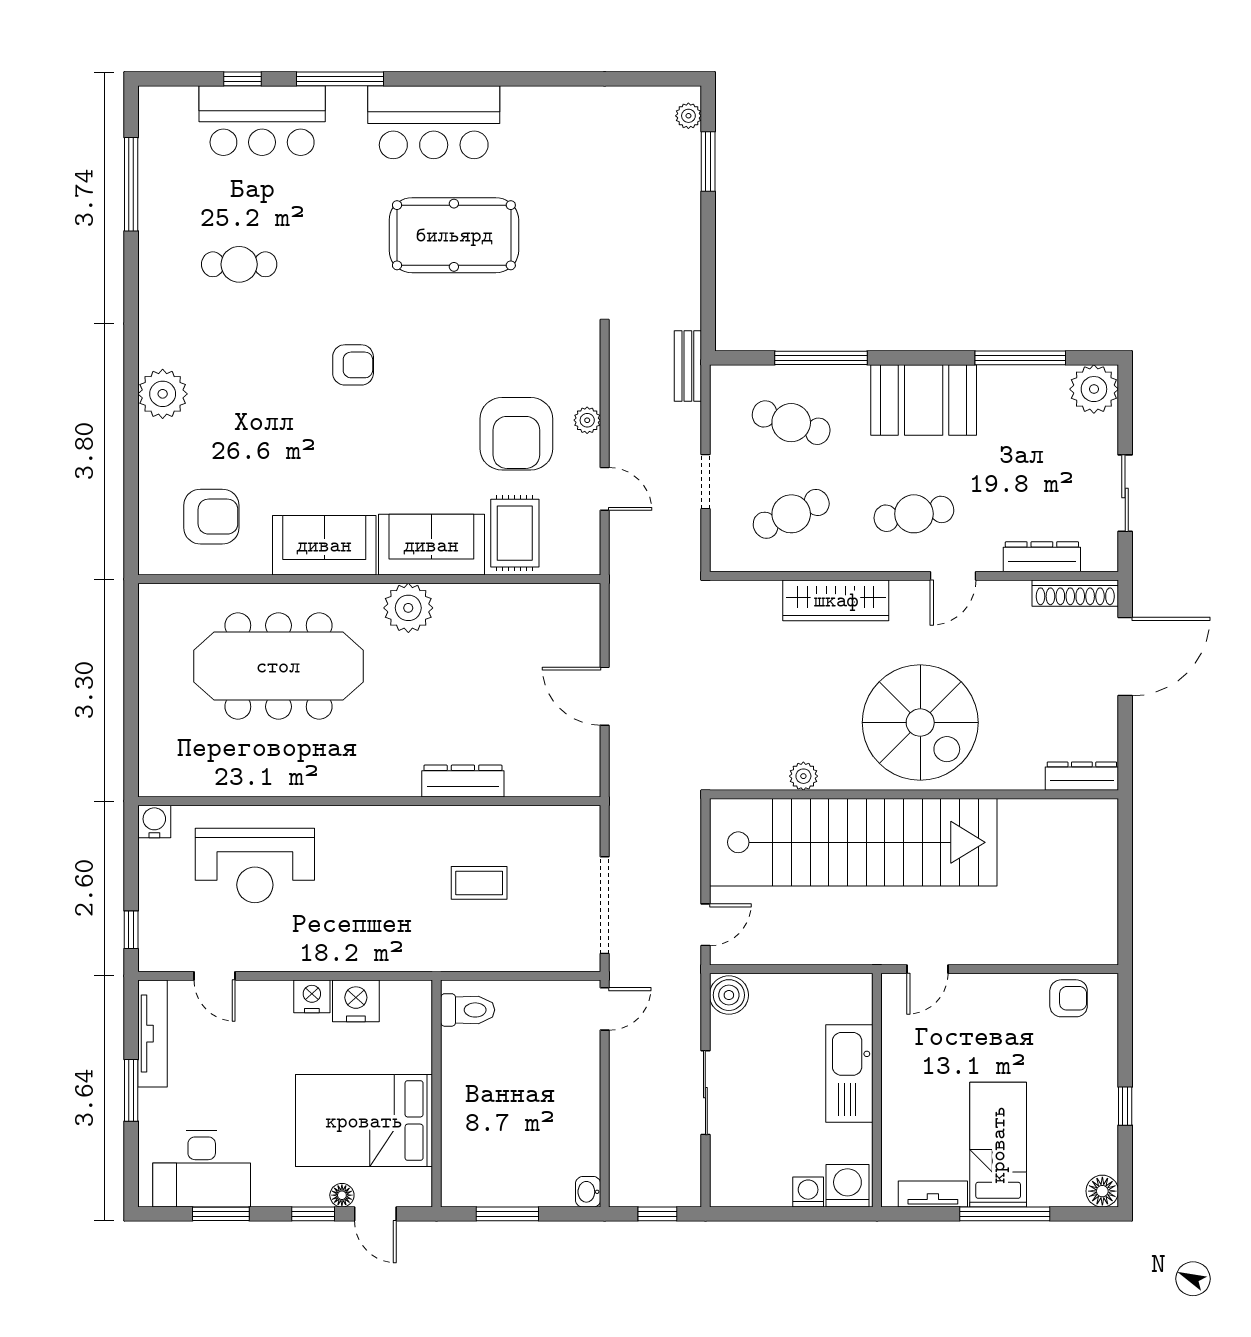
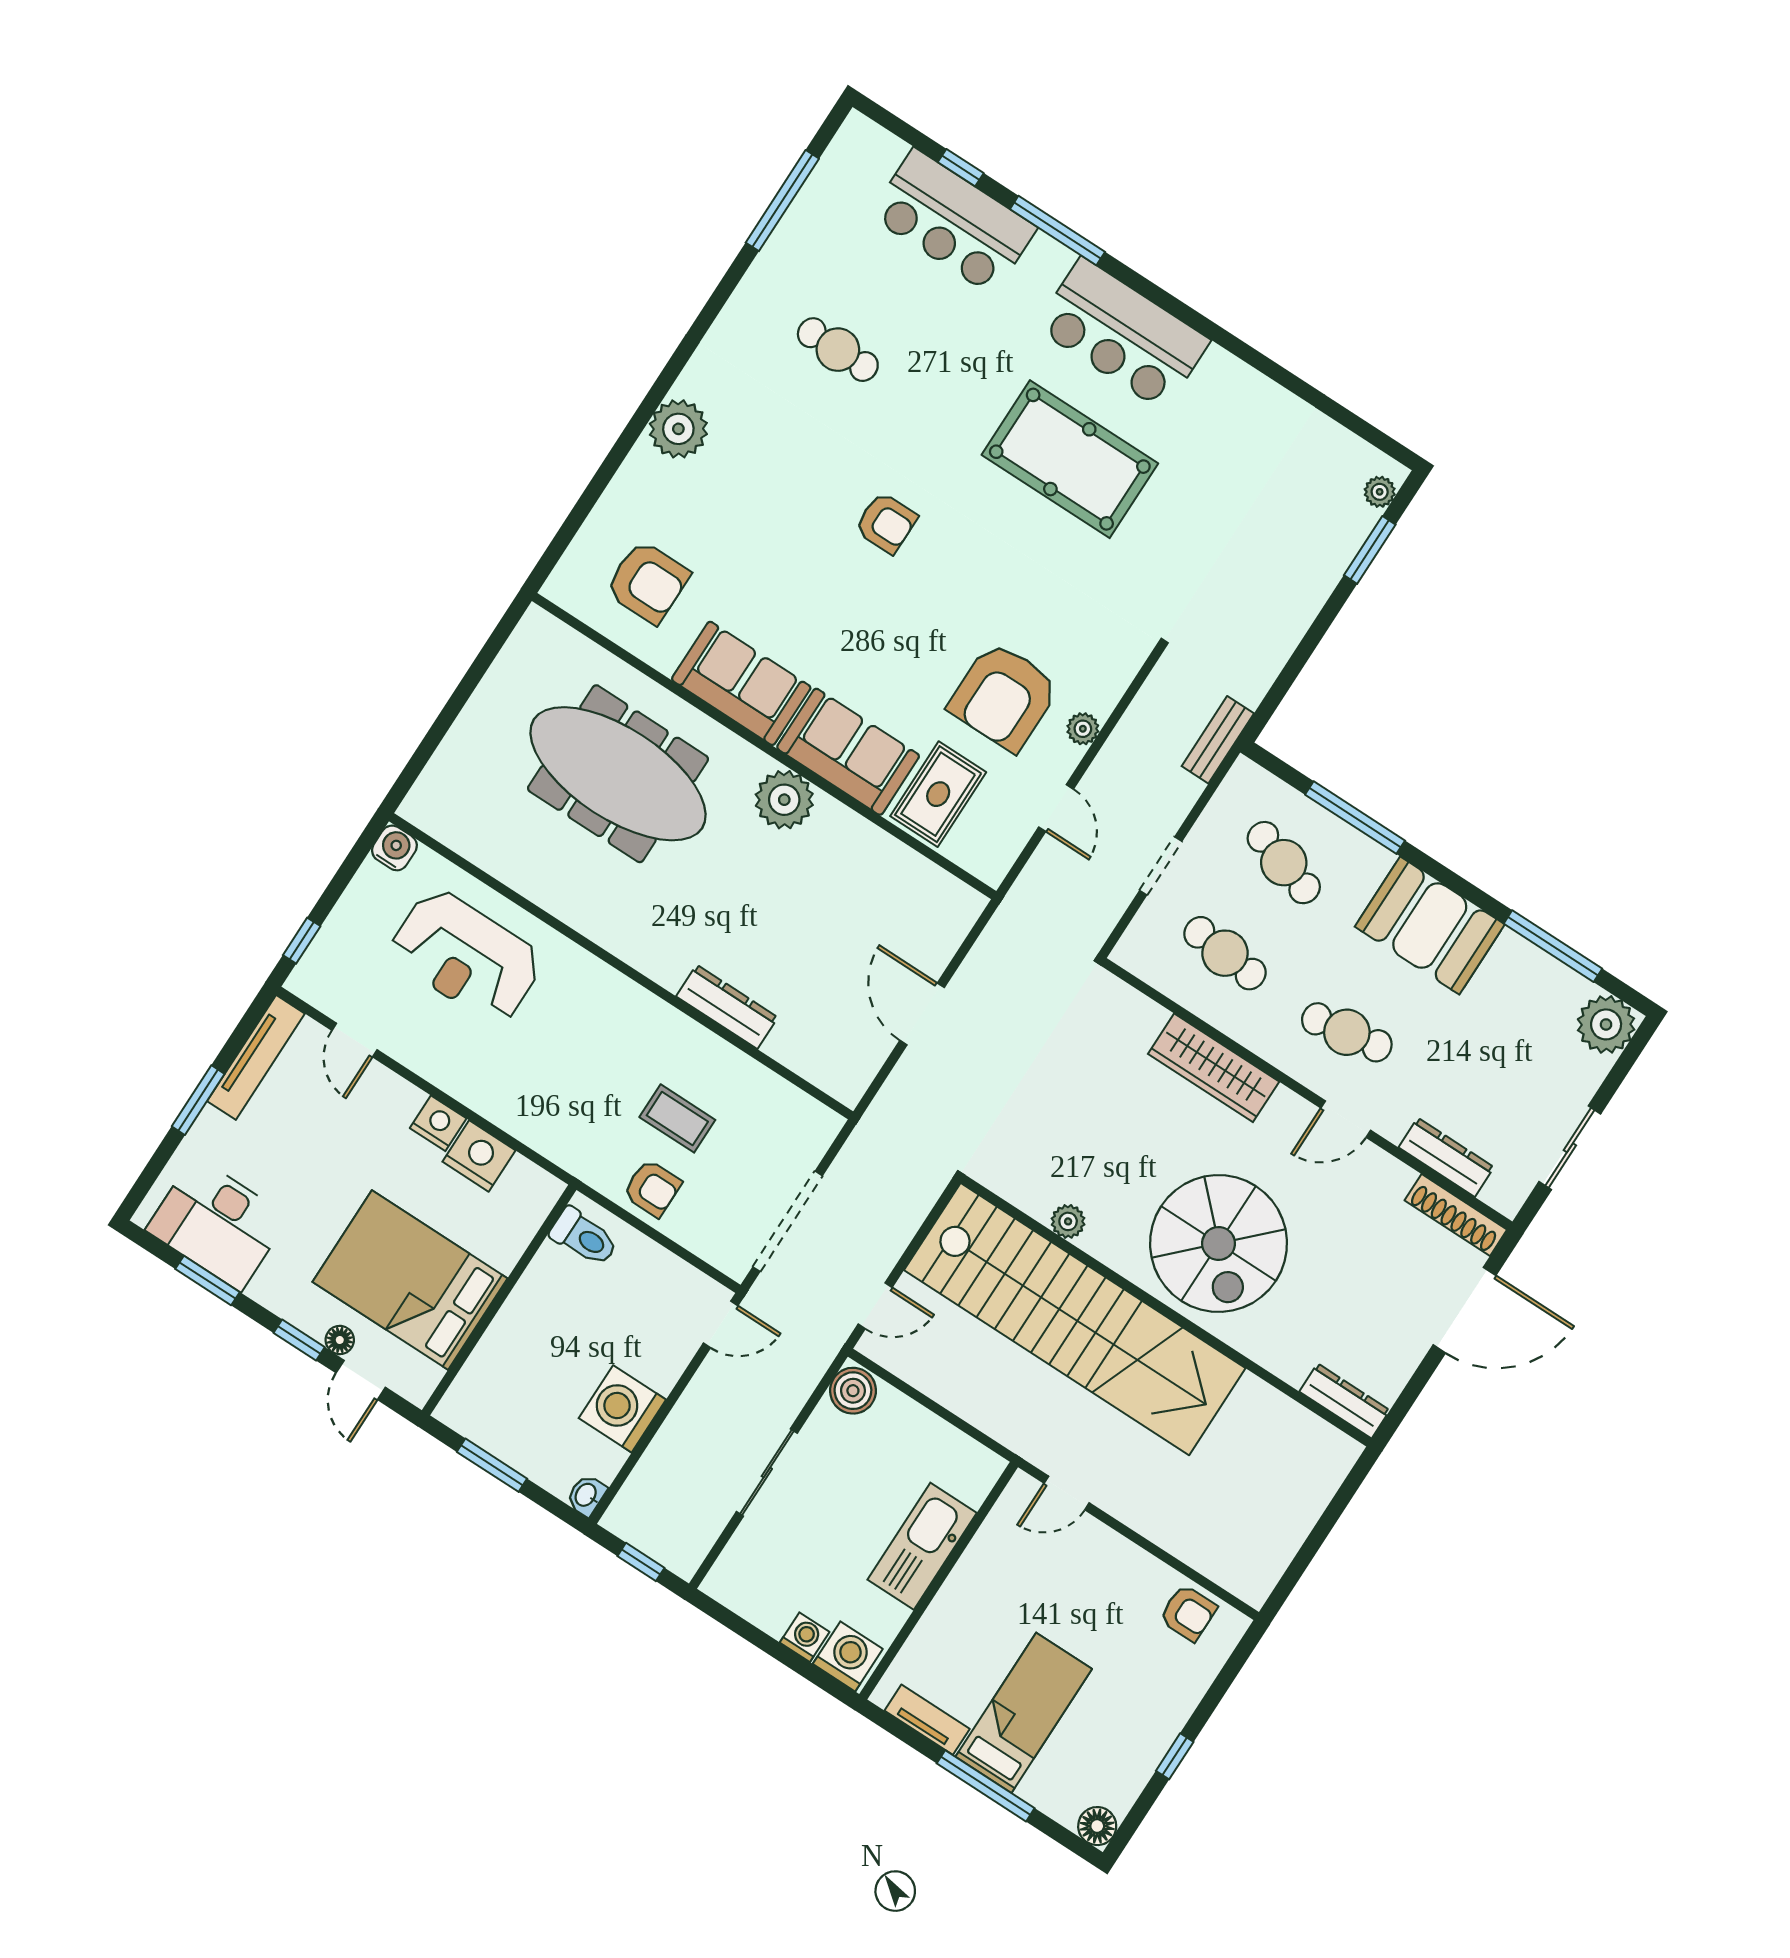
cafe table: (791, 514) -> (1225, 953), turned 30
armchair: (494, 944) -> (652, 1188), added
washing machine: (574, 1114) -> (622, 1409), added

